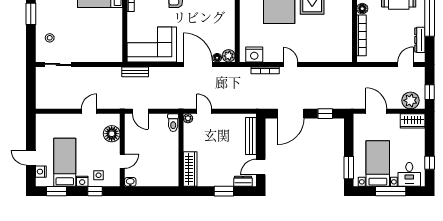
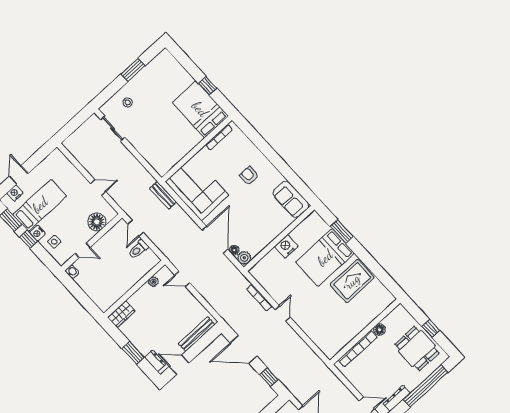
nightstand: (254, 55) -> (286, 246), moved, turned 90
door: (204, 111) -> (182, 279), swing flipped
plant: (188, 118) -> (153, 282), moved
toilet: (173, 123) -> (138, 249), moved
wardrobe: (190, 169) -> (121, 314), width x0.67
window: (95, 191) -> (29, 239), moved

